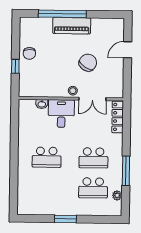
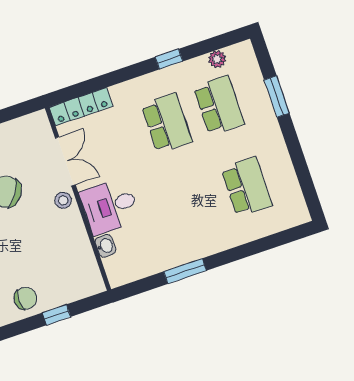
window: (14, 140) -> (185, 271), added
school desk: (47, 157) -> (247, 187), moved
window: (126, 171) -> (169, 59), width x0.46
window: (65, 219) -> (277, 97), moved

